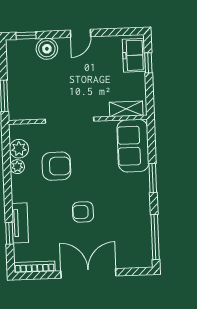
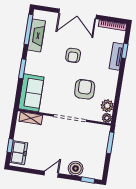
armchair: (56, 166) -> (85, 89), turned 88
plant: (17, 167) -> (107, 118), moved
armchair: (83, 212) -> (73, 55), turned 90
fireplace: (142, 230) -> (36, 35), added

